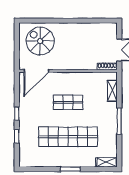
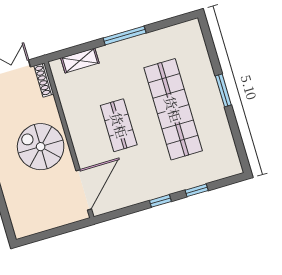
spiral stairs: (40, 41) -> (41, 147), moved, turned 90
door: (36, 71) -> (84, 190), hinge flipped
shelving: (107, 162) -> (196, 36), removed

